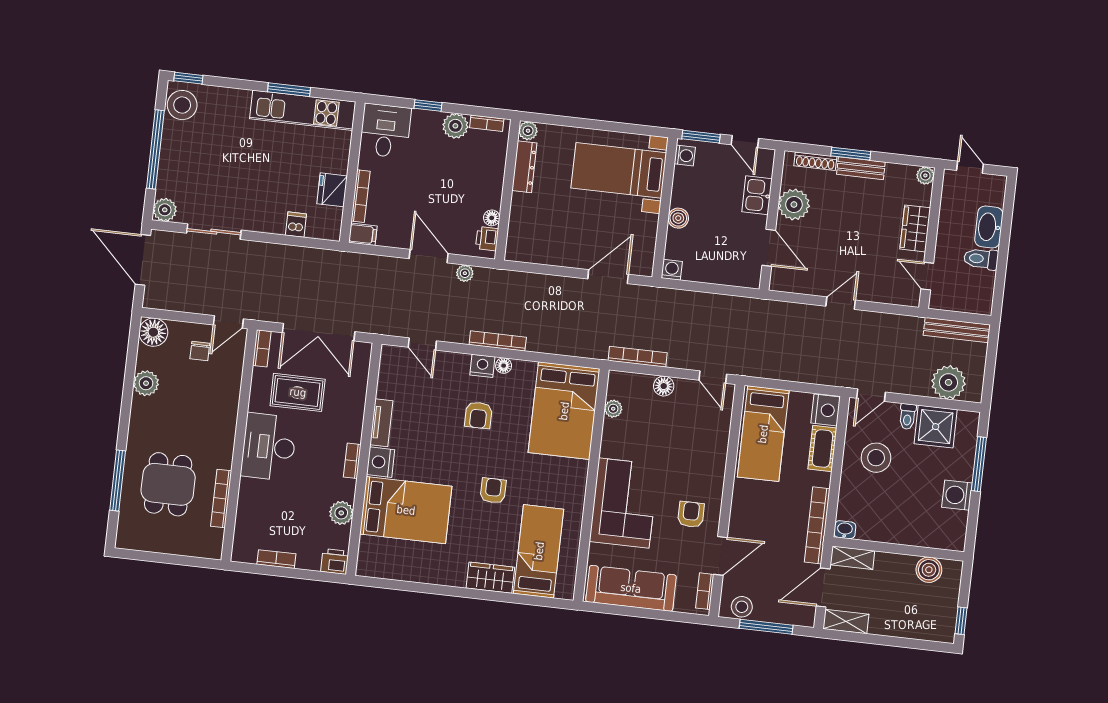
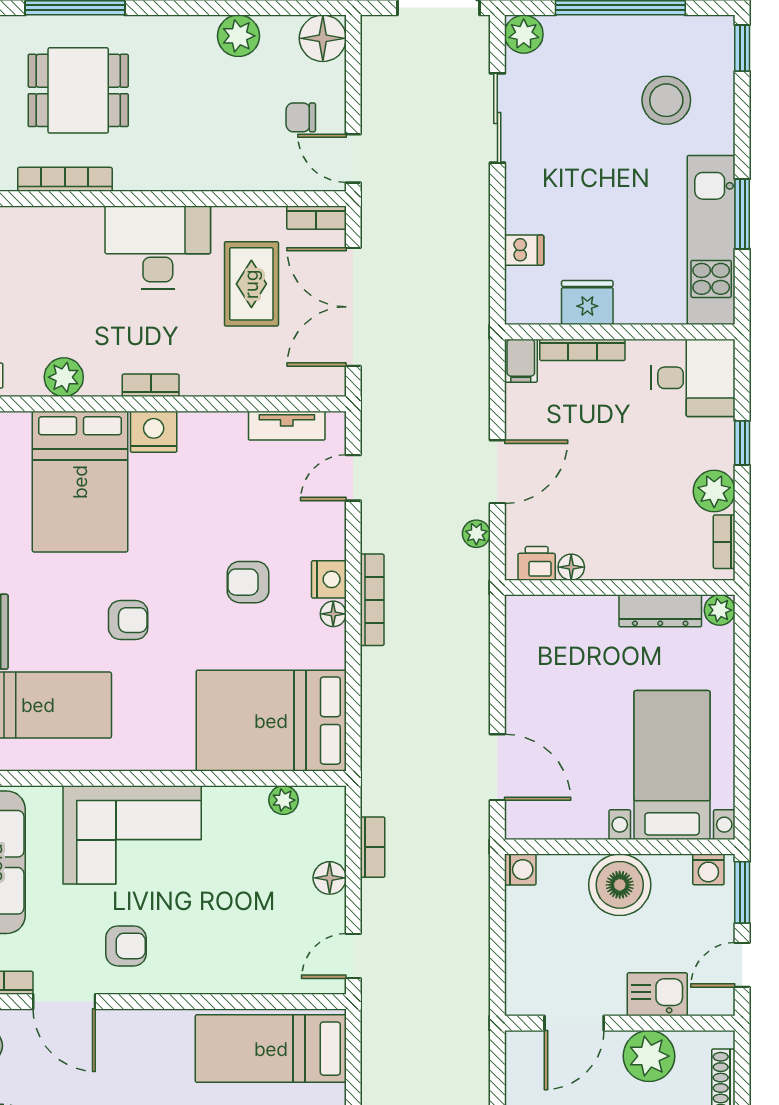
stool: (182, 105) -> (666, 100), moved
boiler: (678, 218) -> (620, 885), width x1.86, depth x1.86
bookcase: (638, 357) -> (373, 847), width x0.64
tv unit: (381, 423) -> (287, 426), moved

